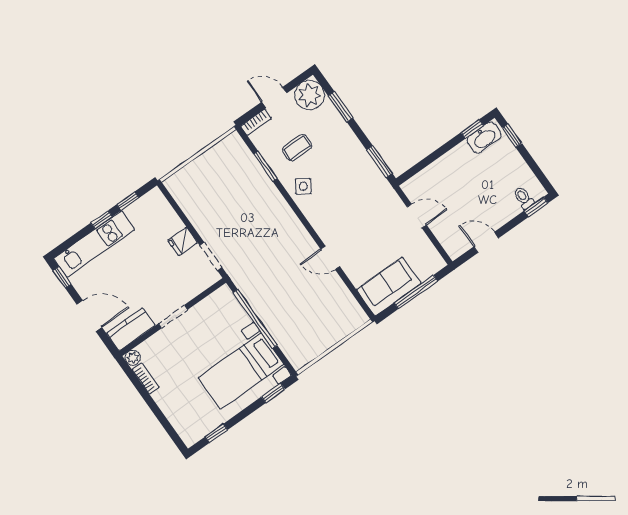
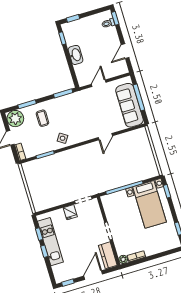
washbasin: (484, 138) -> (76, 55), moved
coffee table: (297, 148) -> (42, 118), moved
kitchen unit: (94, 244) -> (50, 242), moved
sofa: (389, 286) -> (129, 105), width x1.36

